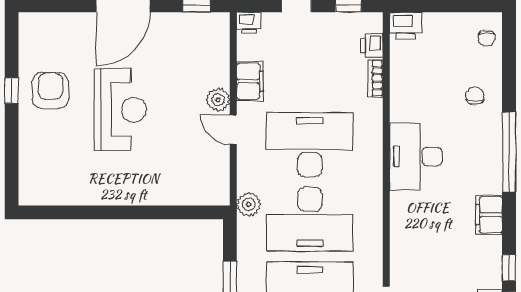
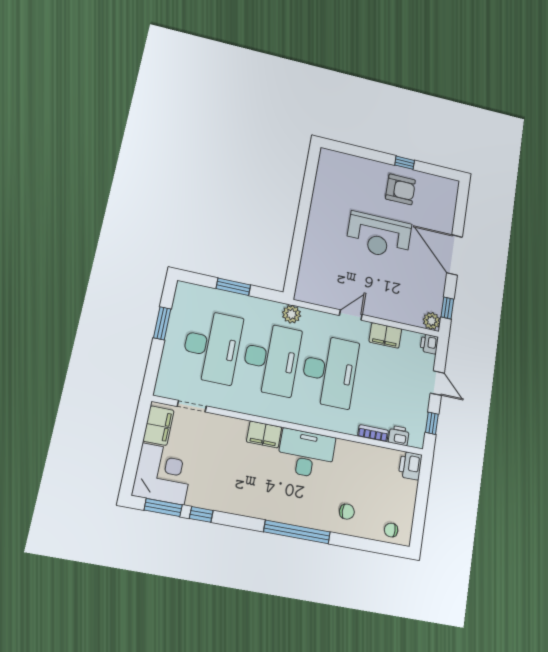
plant: (218, 100) -> (432, 321), moved
filing cabinet: (489, 215) -> (264, 434), moved, turned 180
desk: (310, 219) -> (271, 359), turned 180

